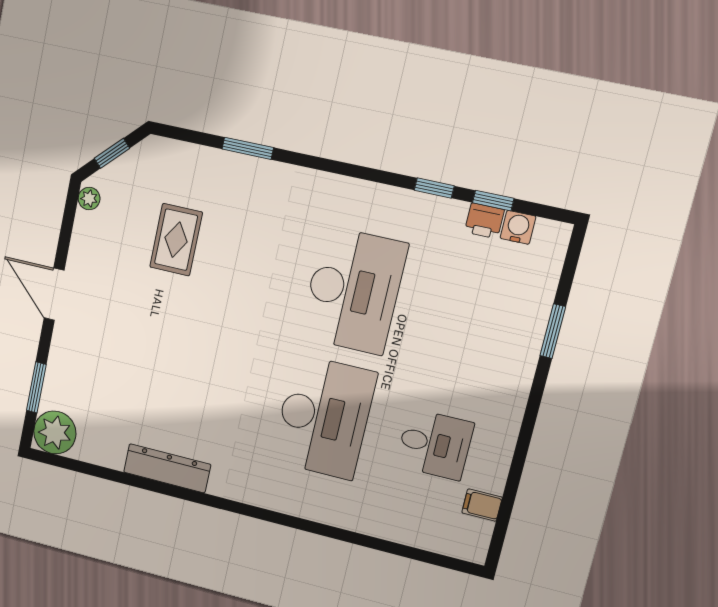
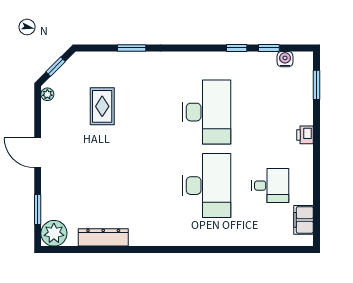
printer: (484, 221) -> (305, 135), moved, turned 90
window: (553, 331) -> (317, 85), moved
dresser: (167, 468) -> (103, 237), moved
filing cabinet: (482, 505) -> (303, 220), width x2.00

